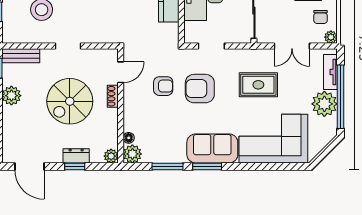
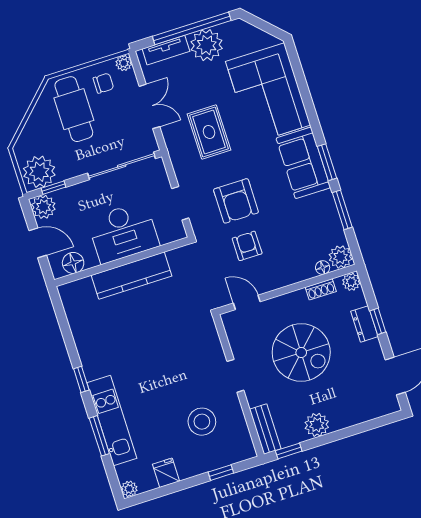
shoe rack: (113, 96) -> (321, 289), moved

